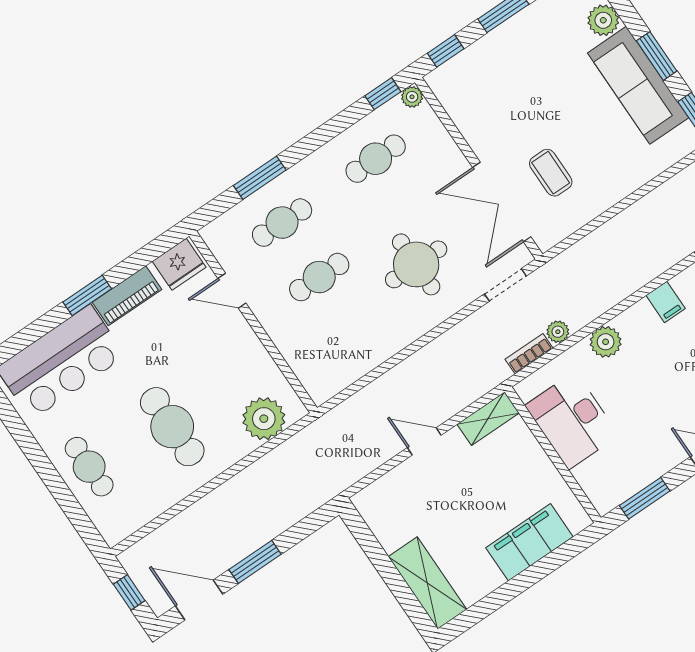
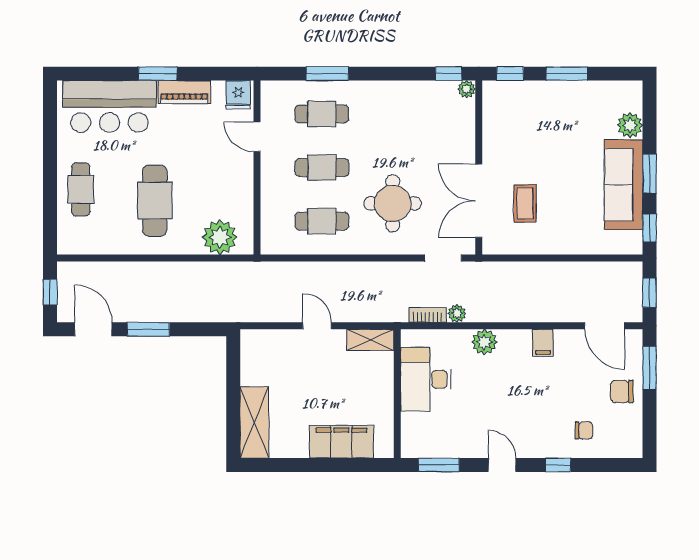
cafe table: (376, 159) -> (322, 221), moved
fridge: (179, 264) -> (238, 95), width x0.72

